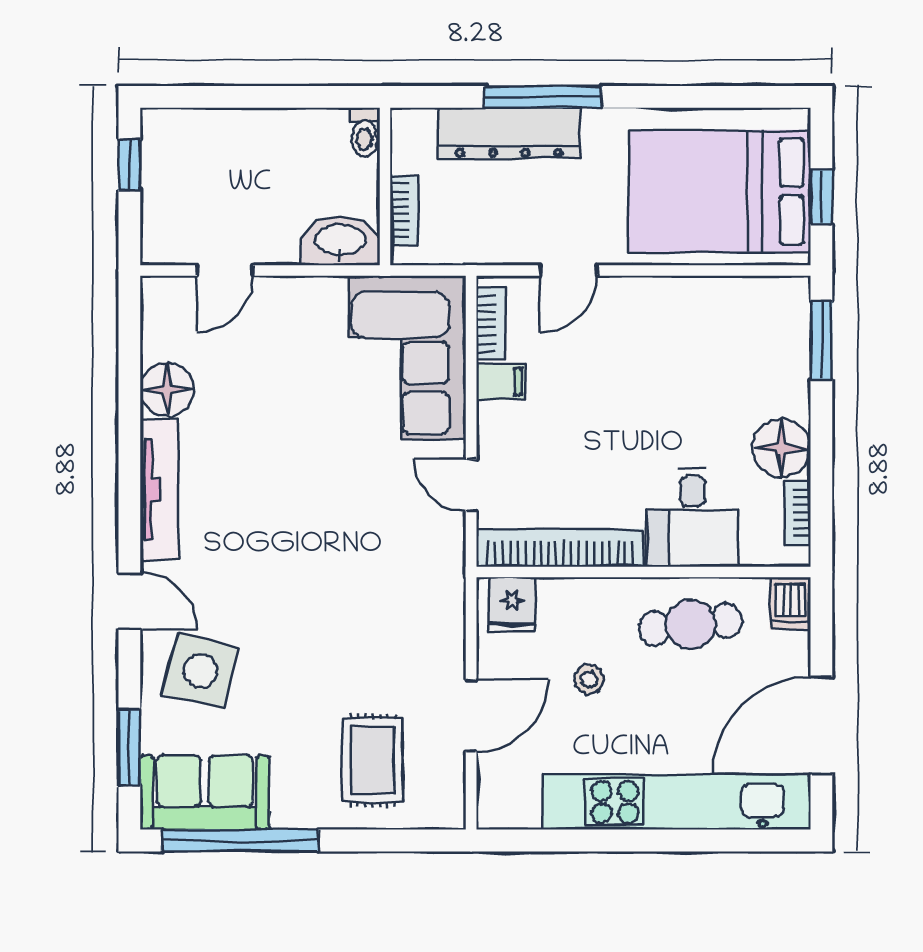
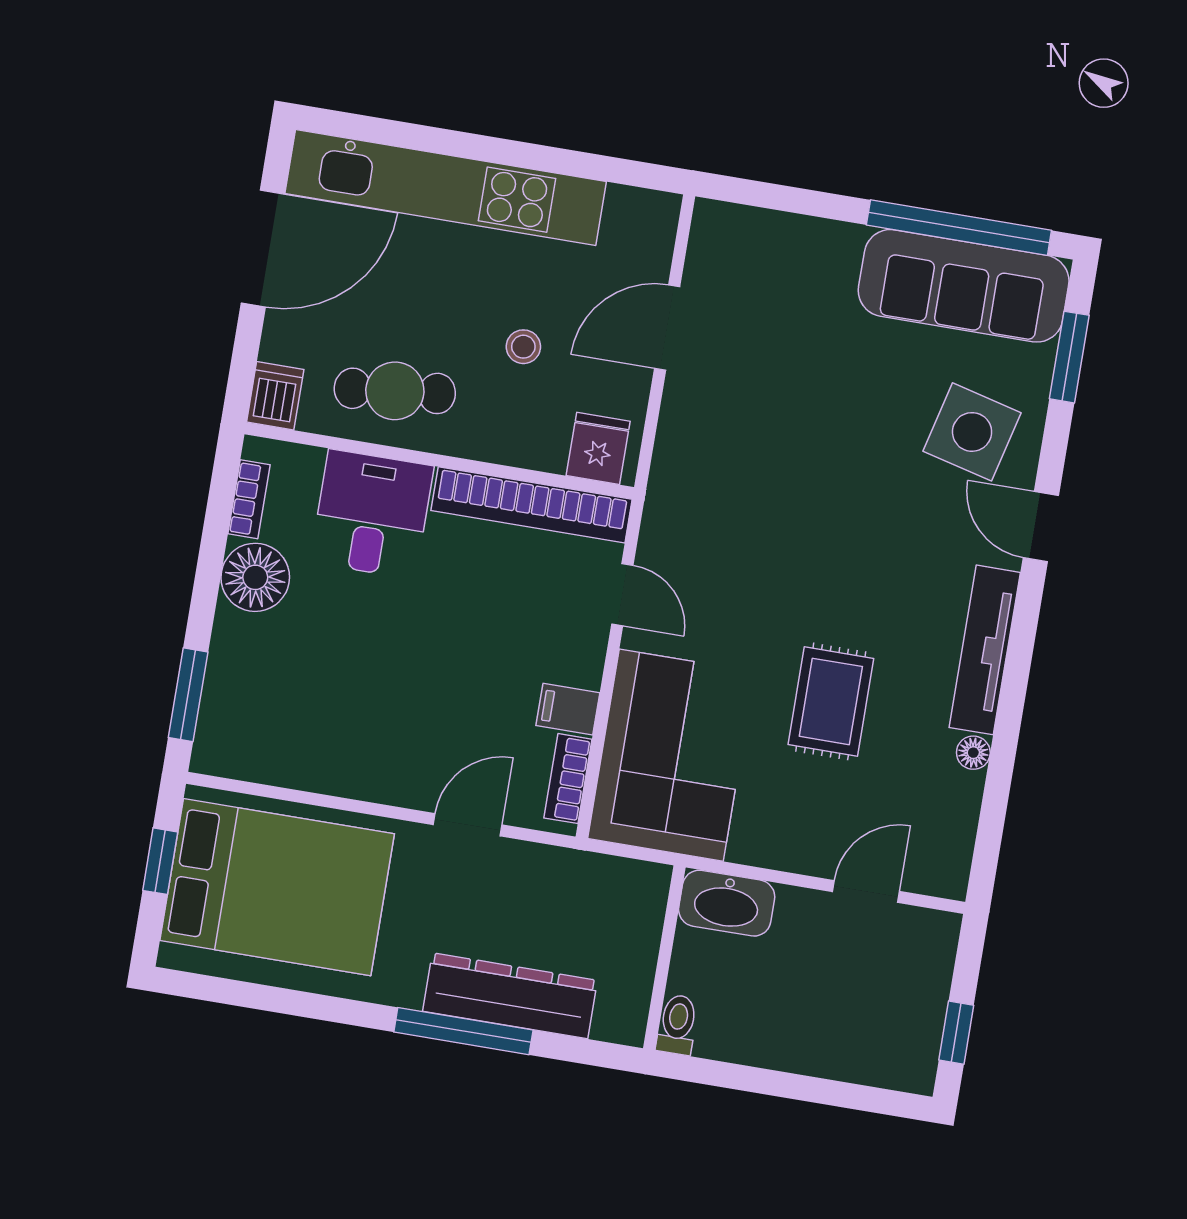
bookcase: (404, 210) -> (647, 927), removed
floor lamp: (167, 389) -> (973, 753), width x0.53, depth x0.53
rug: (373, 760) -> (831, 701), moved
sofa: (205, 792) -> (964, 286), width x1.36

